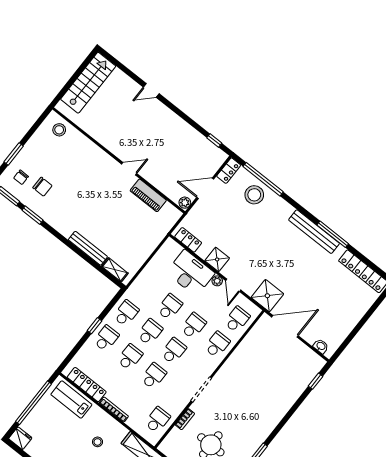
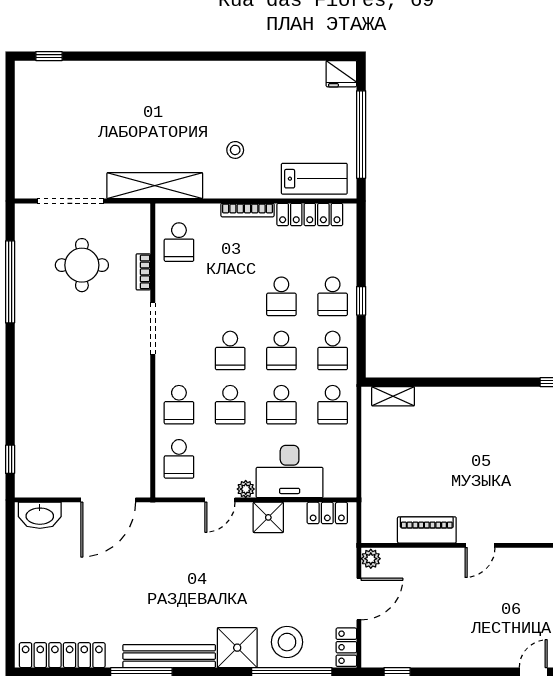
bench: (88, 248) -> (451, 397), removed
door: (233, 285) -> (220, 500), swing flipped
shower: (267, 296) -> (237, 648), moved
washbasin: (321, 346) -> (40, 515), width x1.91, depth x1.45
school desk: (154, 376) -> (333, 405), moved

